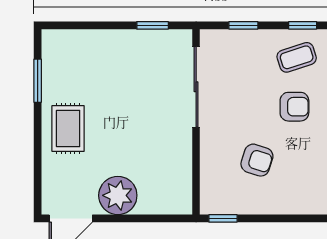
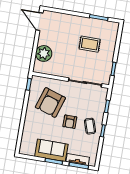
rug: (68, 129) -> (90, 44), moved
armchair: (257, 160) -> (50, 103), width x1.88, depth x1.88
plant: (118, 195) -> (44, 53), moved

